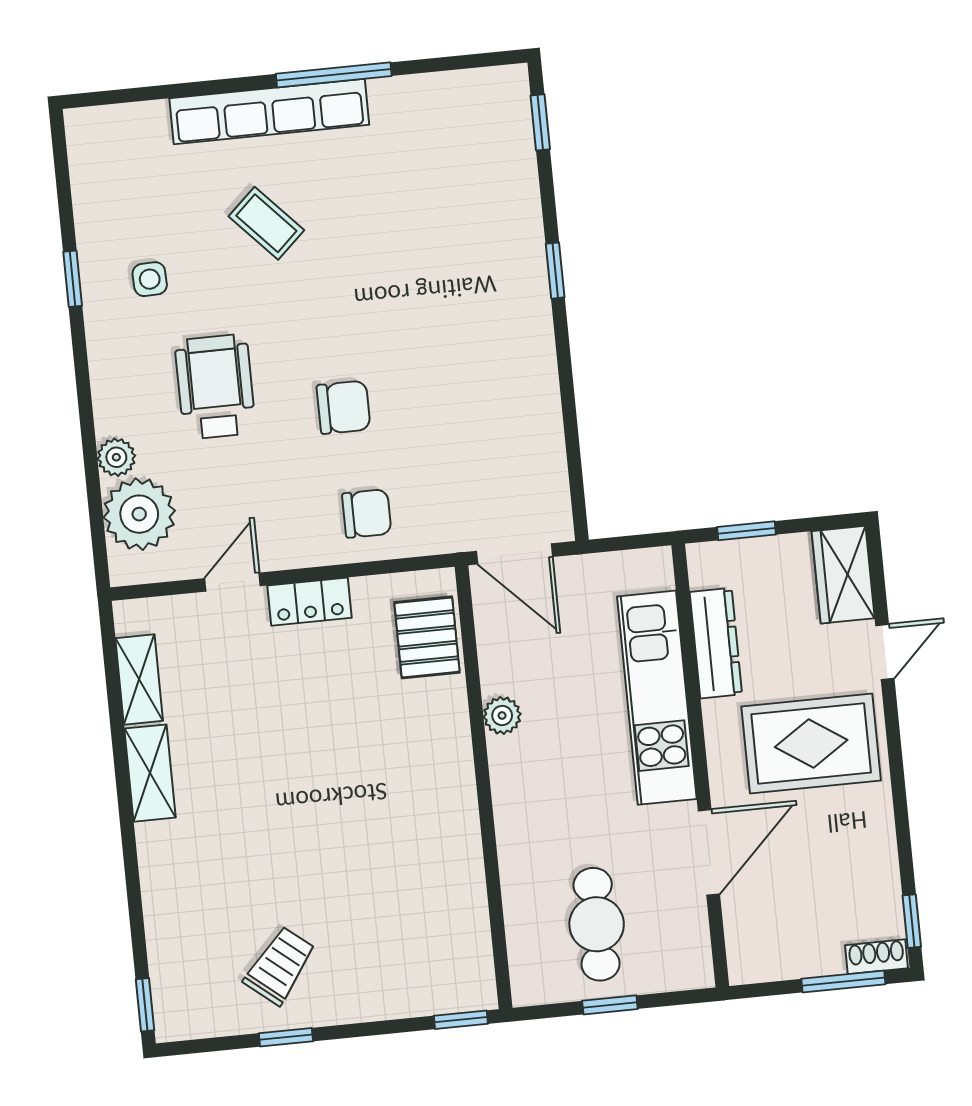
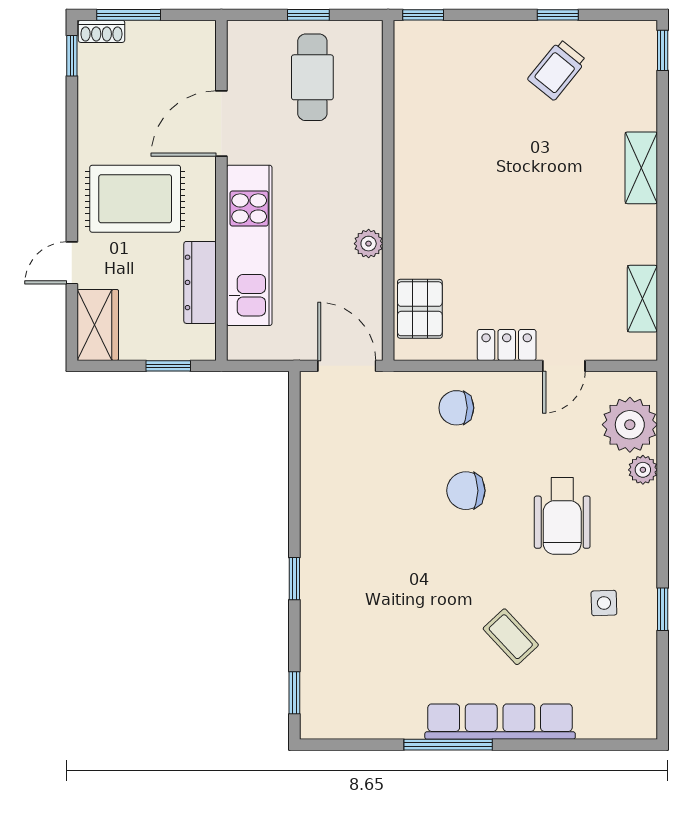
shelving: (150, 773) -> (641, 168), moved

